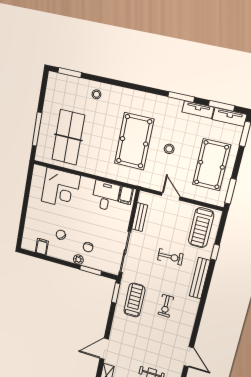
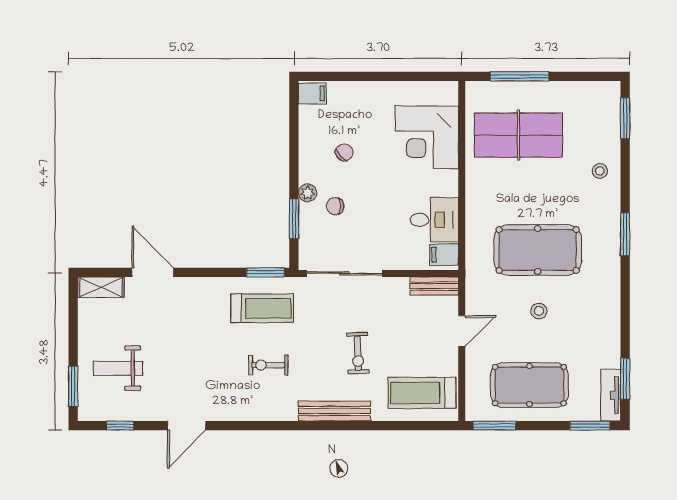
window: (181, 97) -> (625, 234), moved
tv unit: (198, 110) -> (611, 343), removed
bench: (140, 217) -> (434, 286), moved
filing cabinet: (42, 247) -> (312, 94), moved
window: (215, 252) -> (387, 426), removed

